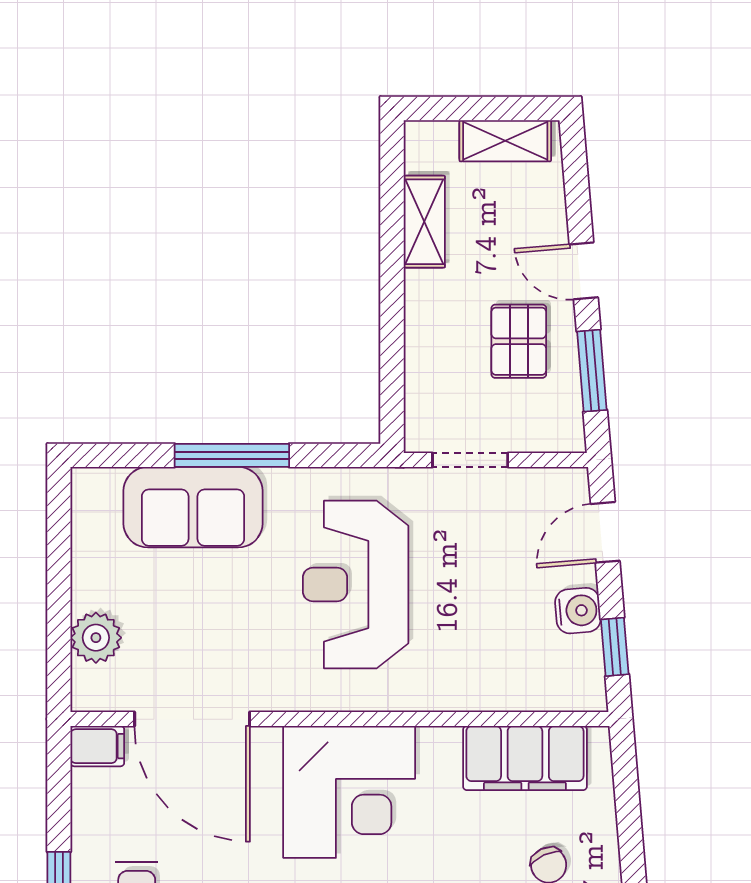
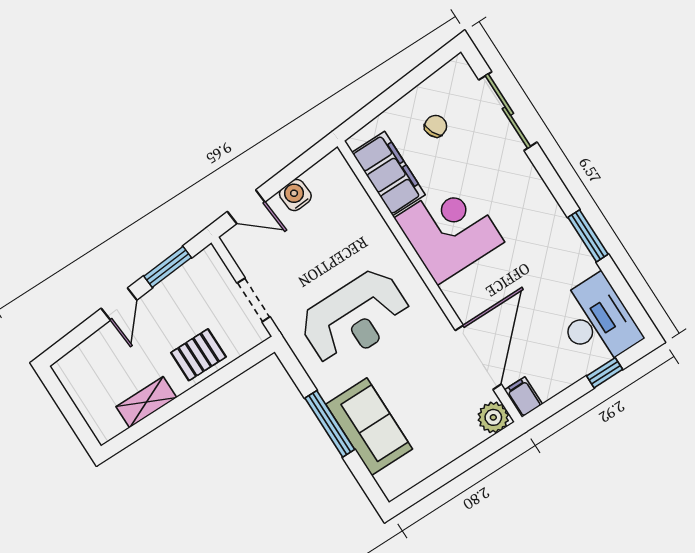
shelving: (505, 141) -> (78, 387), removed
pallet: (519, 341) -> (198, 355), moved
plant: (96, 638) -> (493, 417), moved
window: (615, 647) -> (302, 164), removed
corner desk: (349, 792) -> (449, 230), moved

